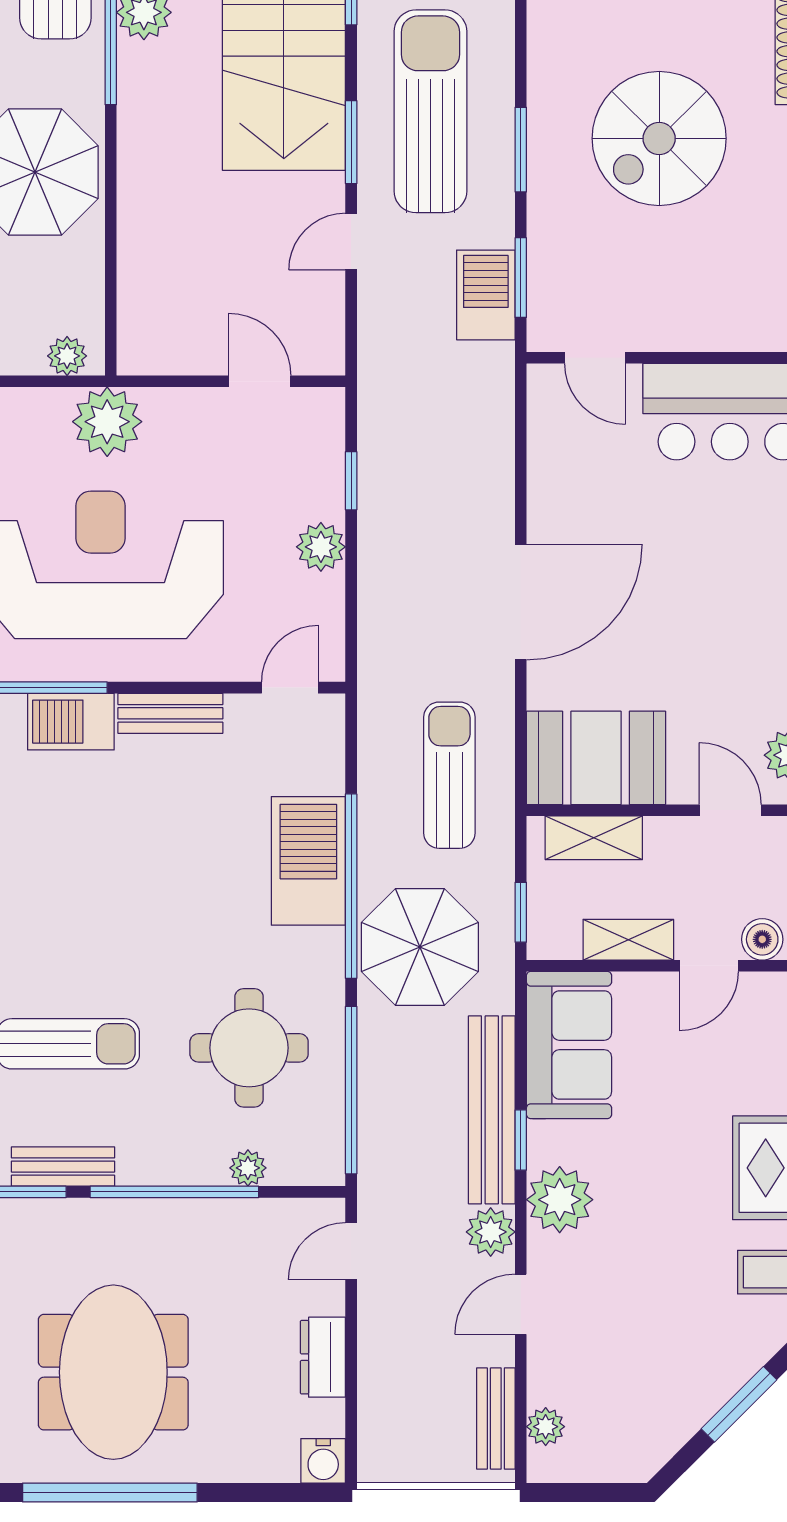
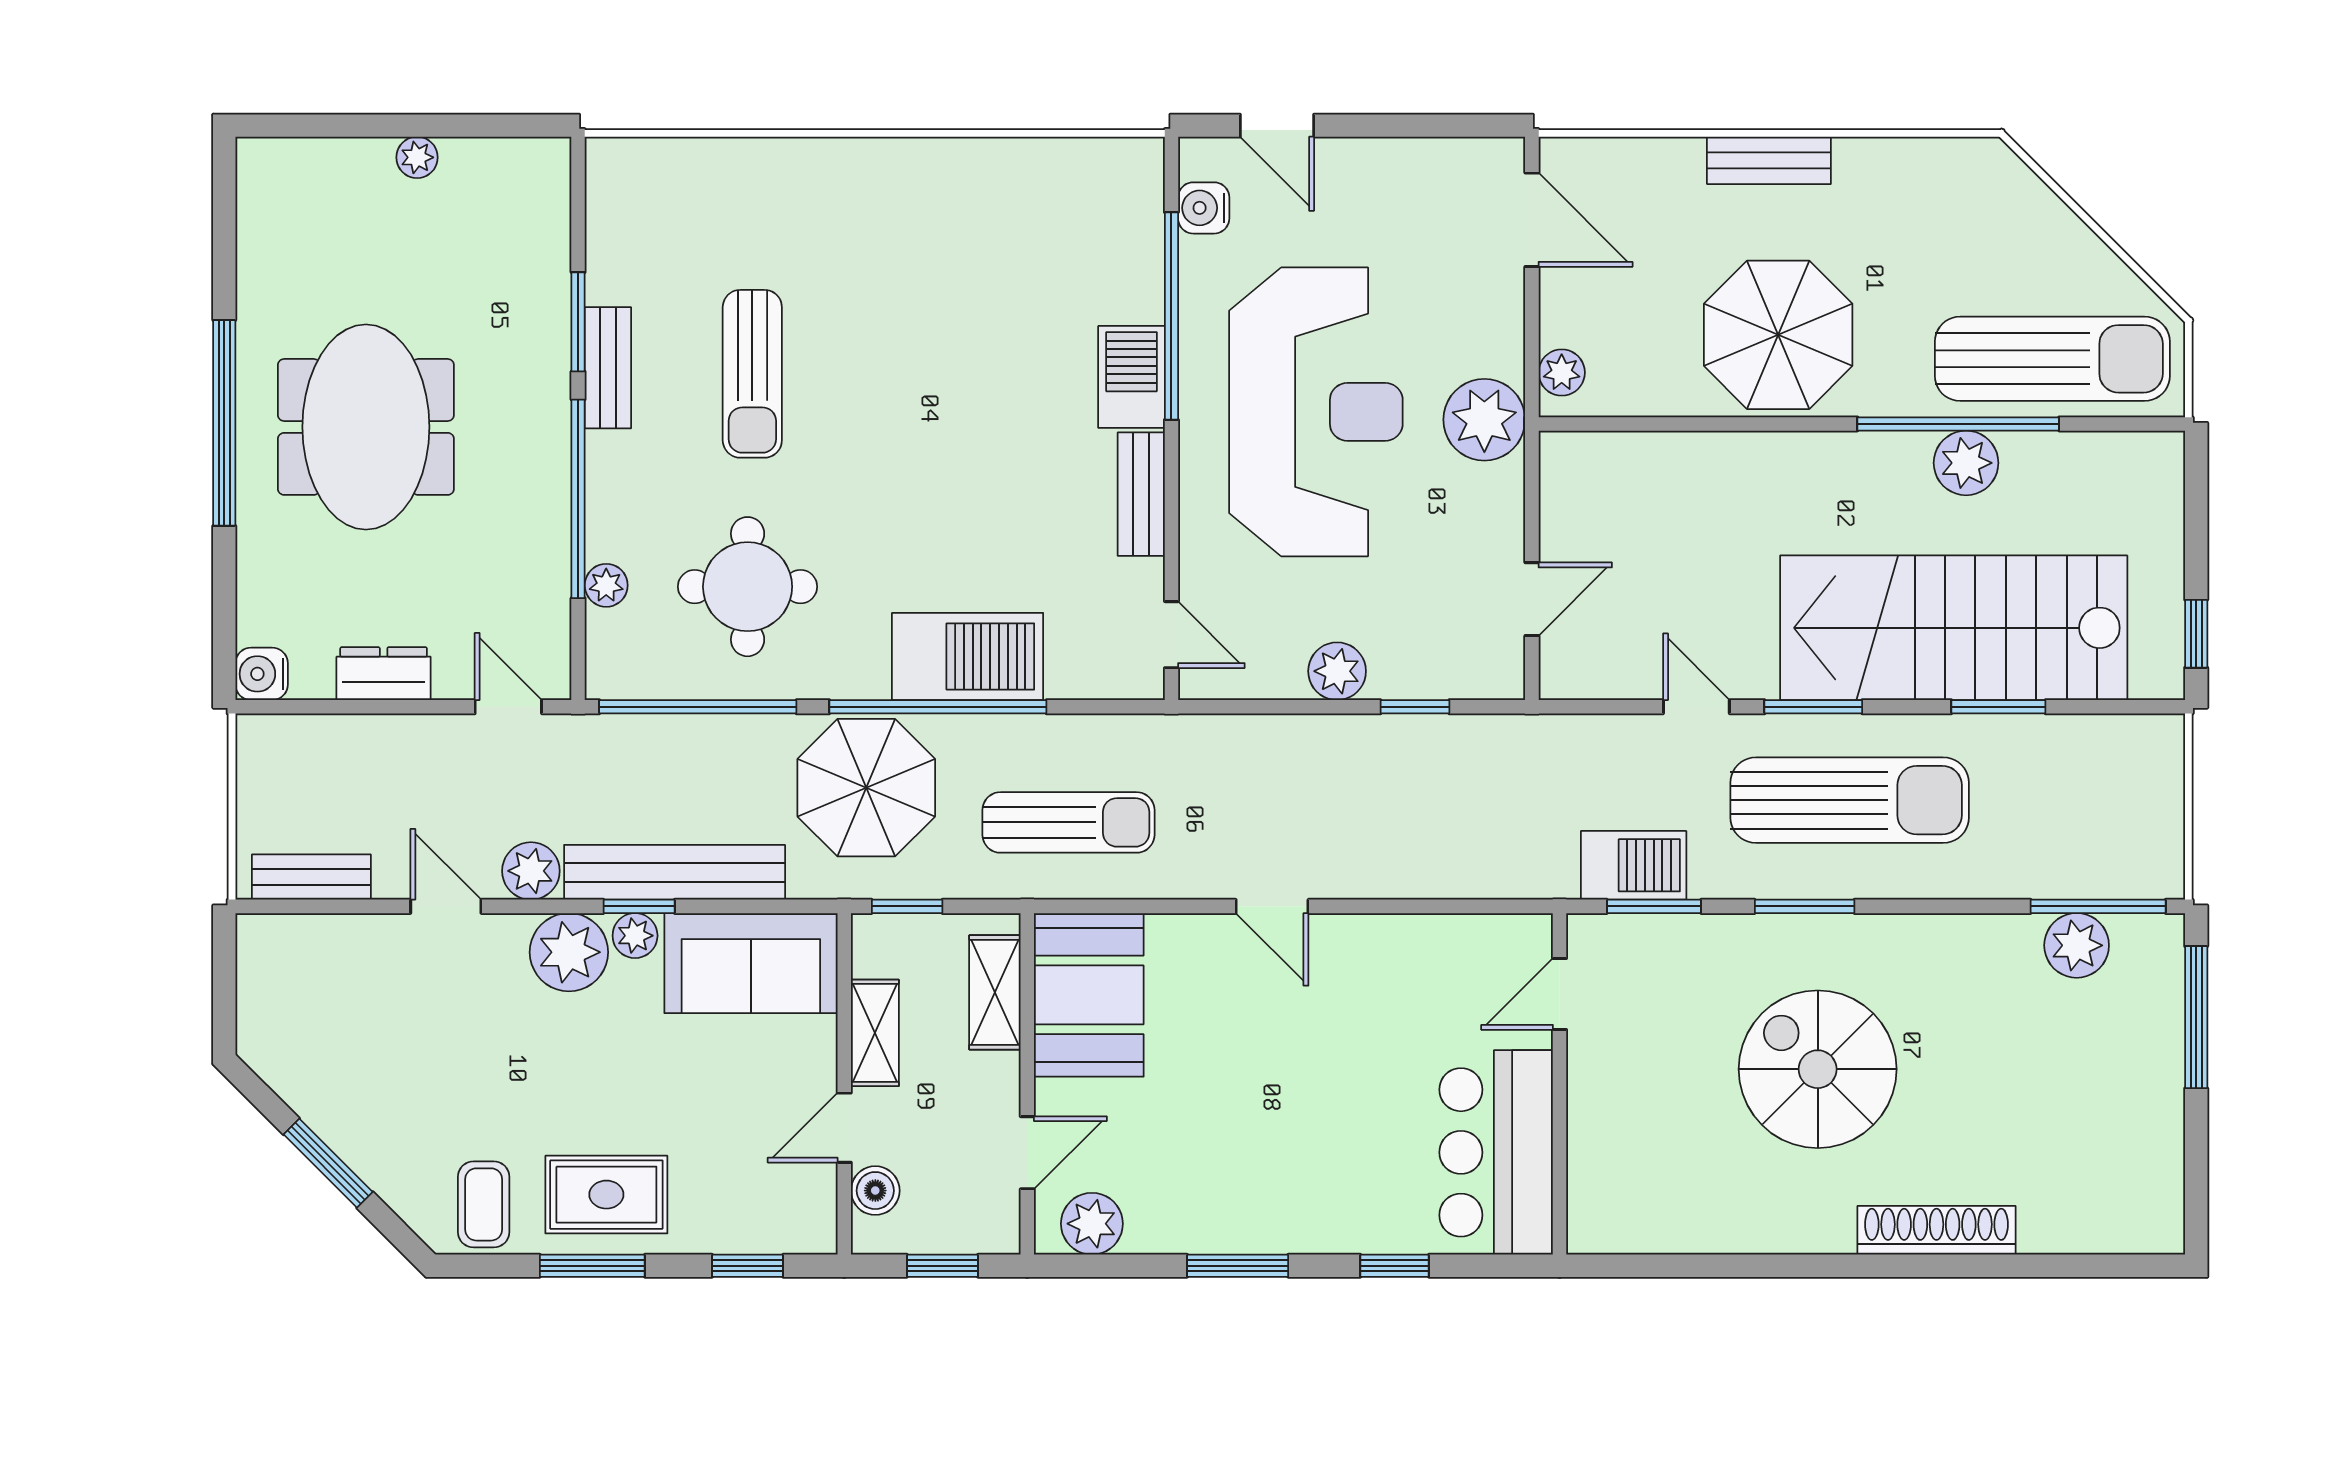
door: (521, 602) -> (1272, 906), width x0.53
door: (709, 966) -> (844, 1128), hinge flipped
meeting table: (113, 1372) -> (366, 427), turned 90
plant: (546, 1427) -> (635, 936), moved

